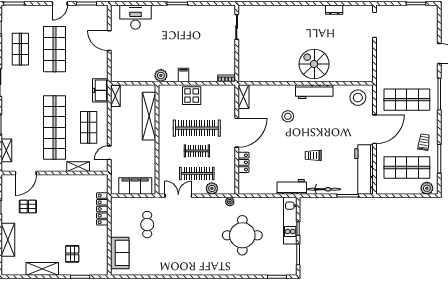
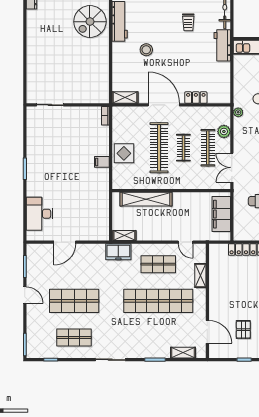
plant: (161, 75) -> (102, 186), removed

